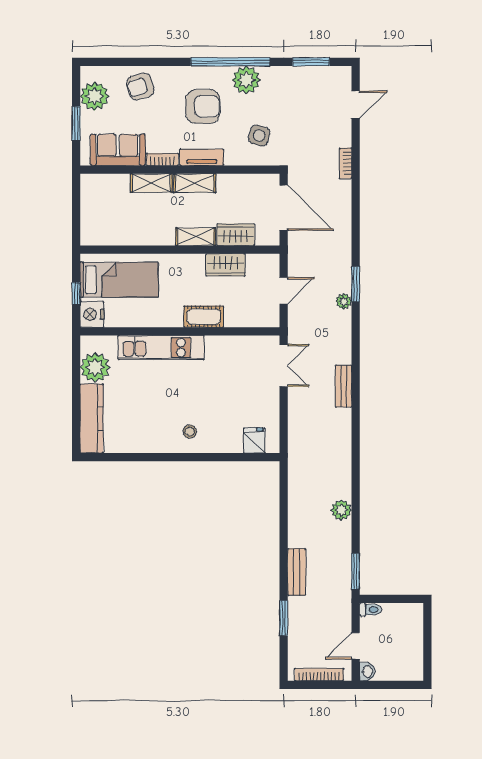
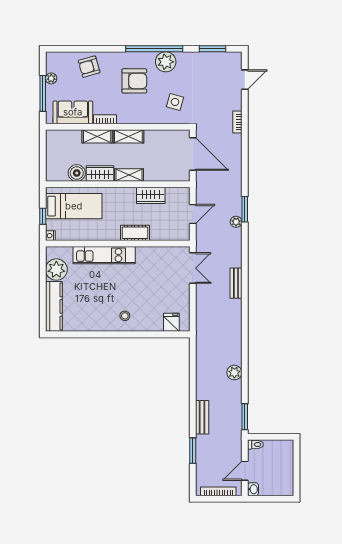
plant: (95, 96) -> (51, 78), width x0.53, depth x0.53
window: (76, 124) -> (43, 93), width x1.44
tv unit: (202, 157) -> (133, 118), removed
boiler: (123, 234) -> (77, 173), added
wardrobe: (236, 235) -> (100, 174), moved
nightstand: (92, 314) -> (50, 236), width x0.53, depth x0.56

